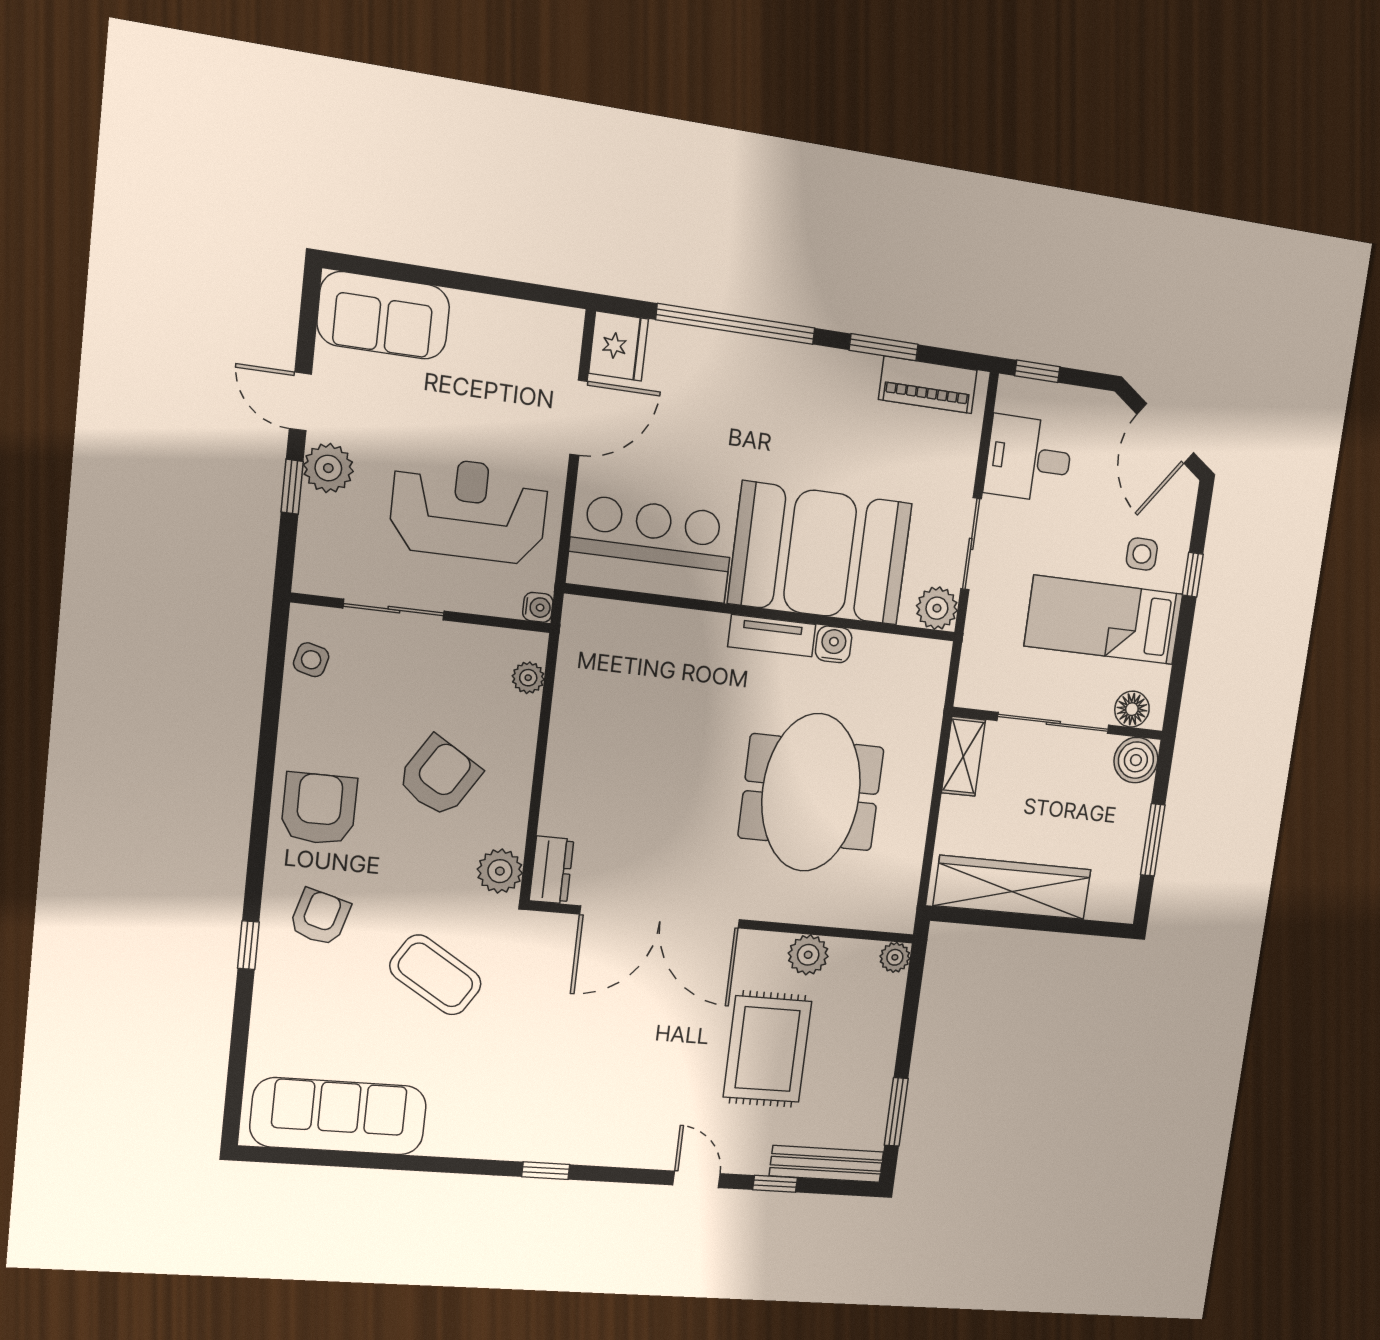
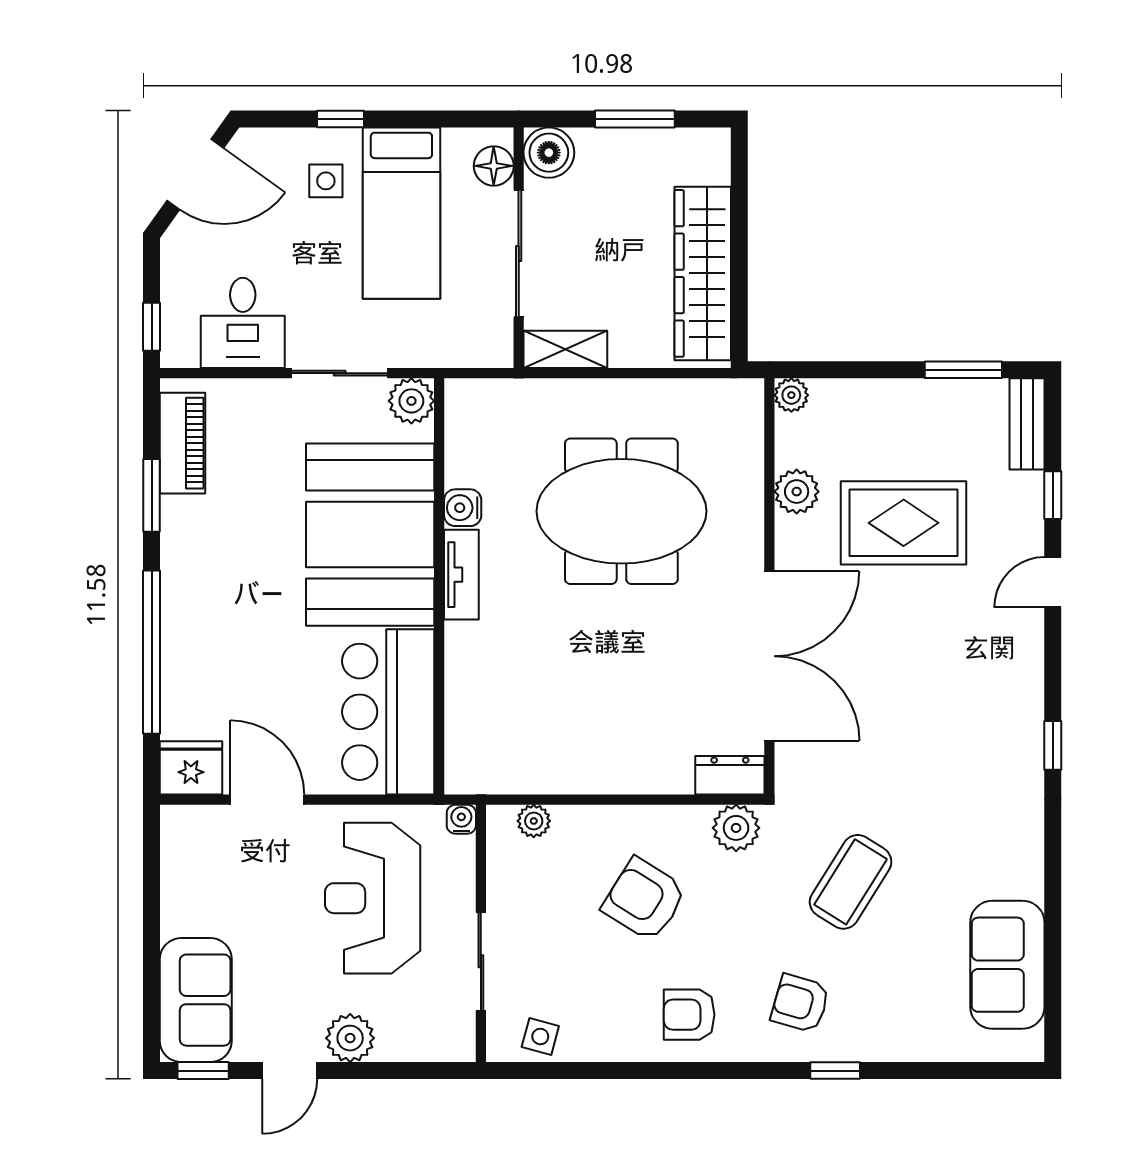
window: (292, 487) -> (203, 1071), moved
armchair: (319, 809) -> (689, 1015), width x0.72, depth x0.72
sofa: (339, 1116) -> (1007, 965), width x0.73
bench: (827, 1164) -> (1027, 424), width x0.73

